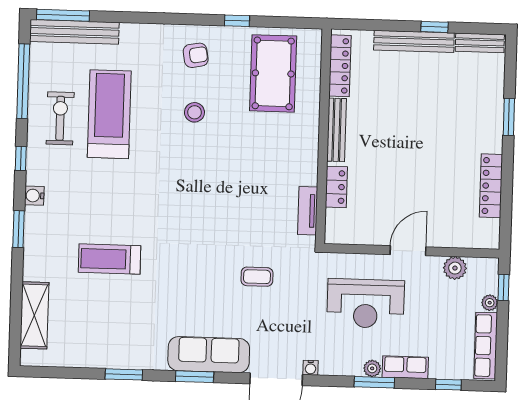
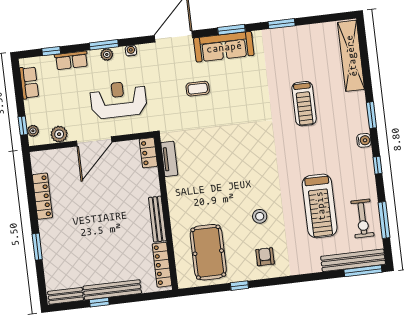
armchair: (196, 55) -> (265, 257), turned 100
window: (23, 81) -> (384, 220), width x0.68
exercise bike: (60, 118) -> (362, 218), moved
locker: (336, 187) -> (148, 153), moved
door: (408, 251) -> (94, 141), width x1.36
treadmill: (109, 259) -> (304, 104), turned 90
coffee table: (257, 277) -> (198, 89), moved
plant: (490, 303) -> (33, 131), moved
shelving: (34, 315) -> (351, 56), width x1.47
row of seats: (486, 346) -> (29, 83), width x0.68
row of seats: (405, 367) -> (71, 60), moved
water cooler: (311, 368) -> (131, 51), moved

